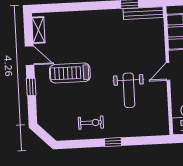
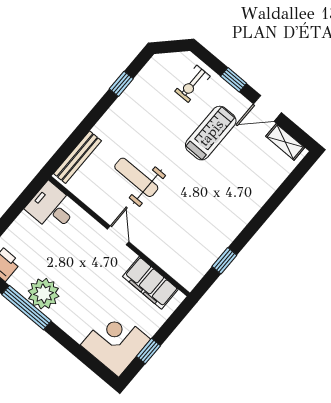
bench: (143, 13) -> (77, 157), moved
exercise bike: (91, 123) -> (192, 84), moved
window: (113, 142) -> (121, 84), moved

